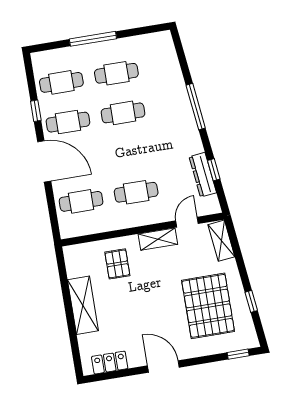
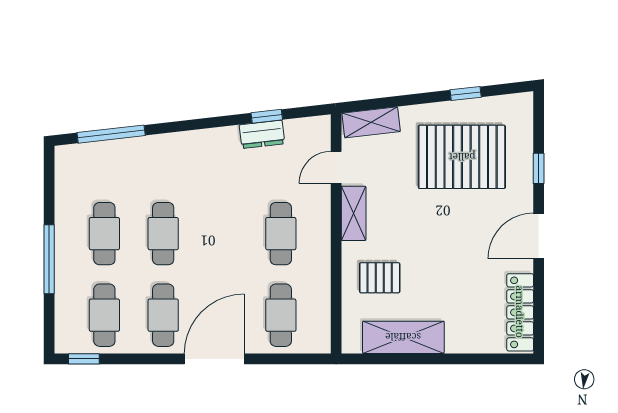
window: (196, 107) -> (111, 134), moved
window: (36, 111) -> (84, 359), moved
dresser: (203, 175) -> (262, 134), width x0.70
door: (187, 222) -> (336, 167), hinge flipped
shelving: (83, 305) -> (403, 337), moved
window: (238, 354) -> (539, 168), moved
locker: (110, 363) -> (520, 312), width x1.53

